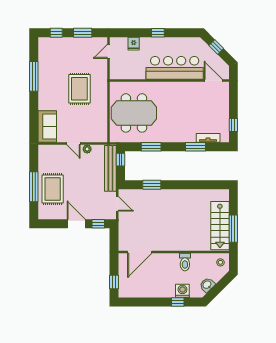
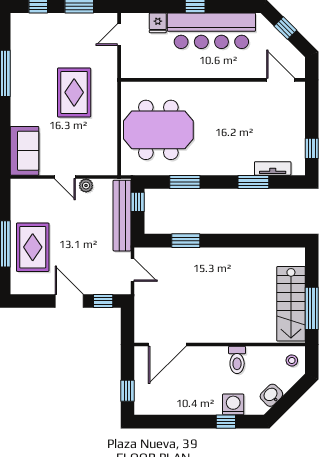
bar counter: (175, 68) -> (211, 31), moved, turned 180

